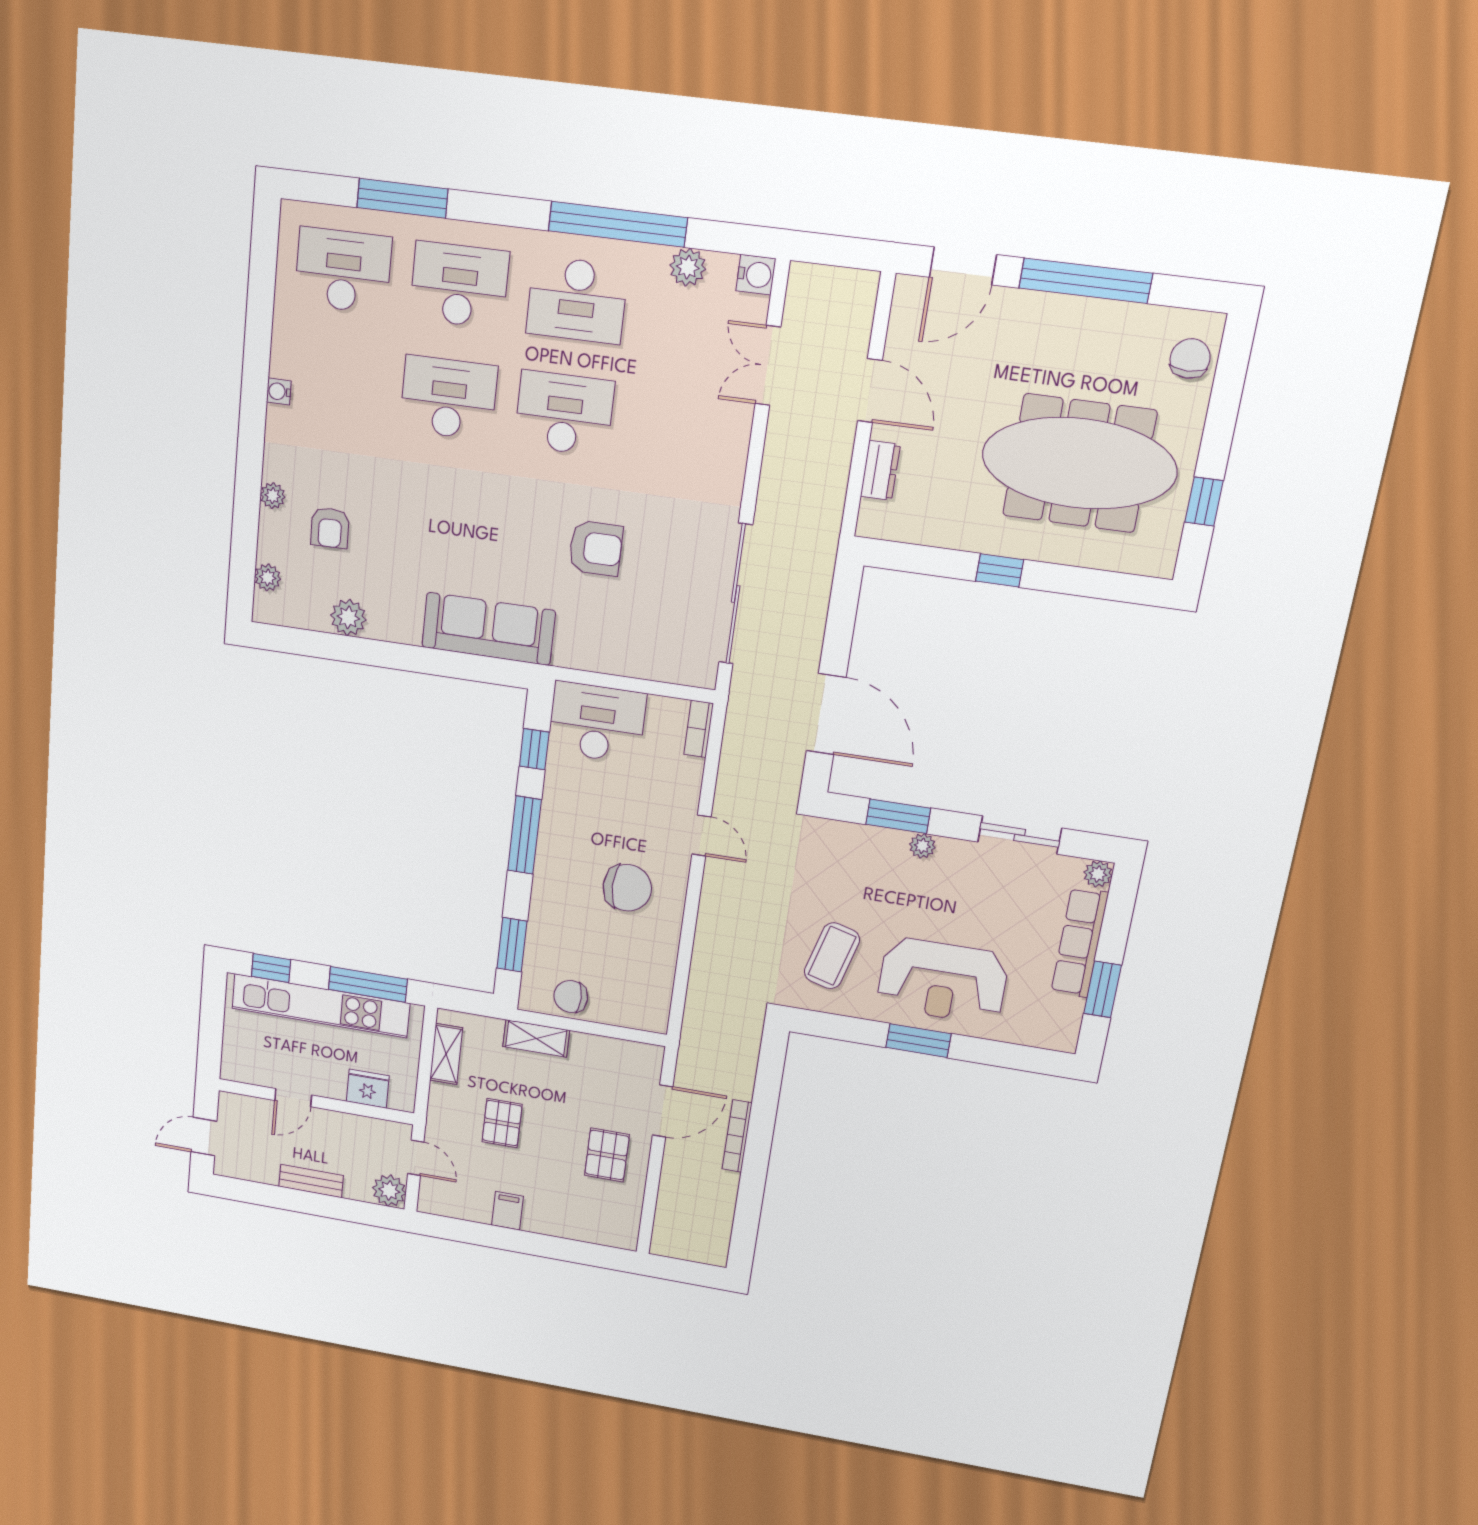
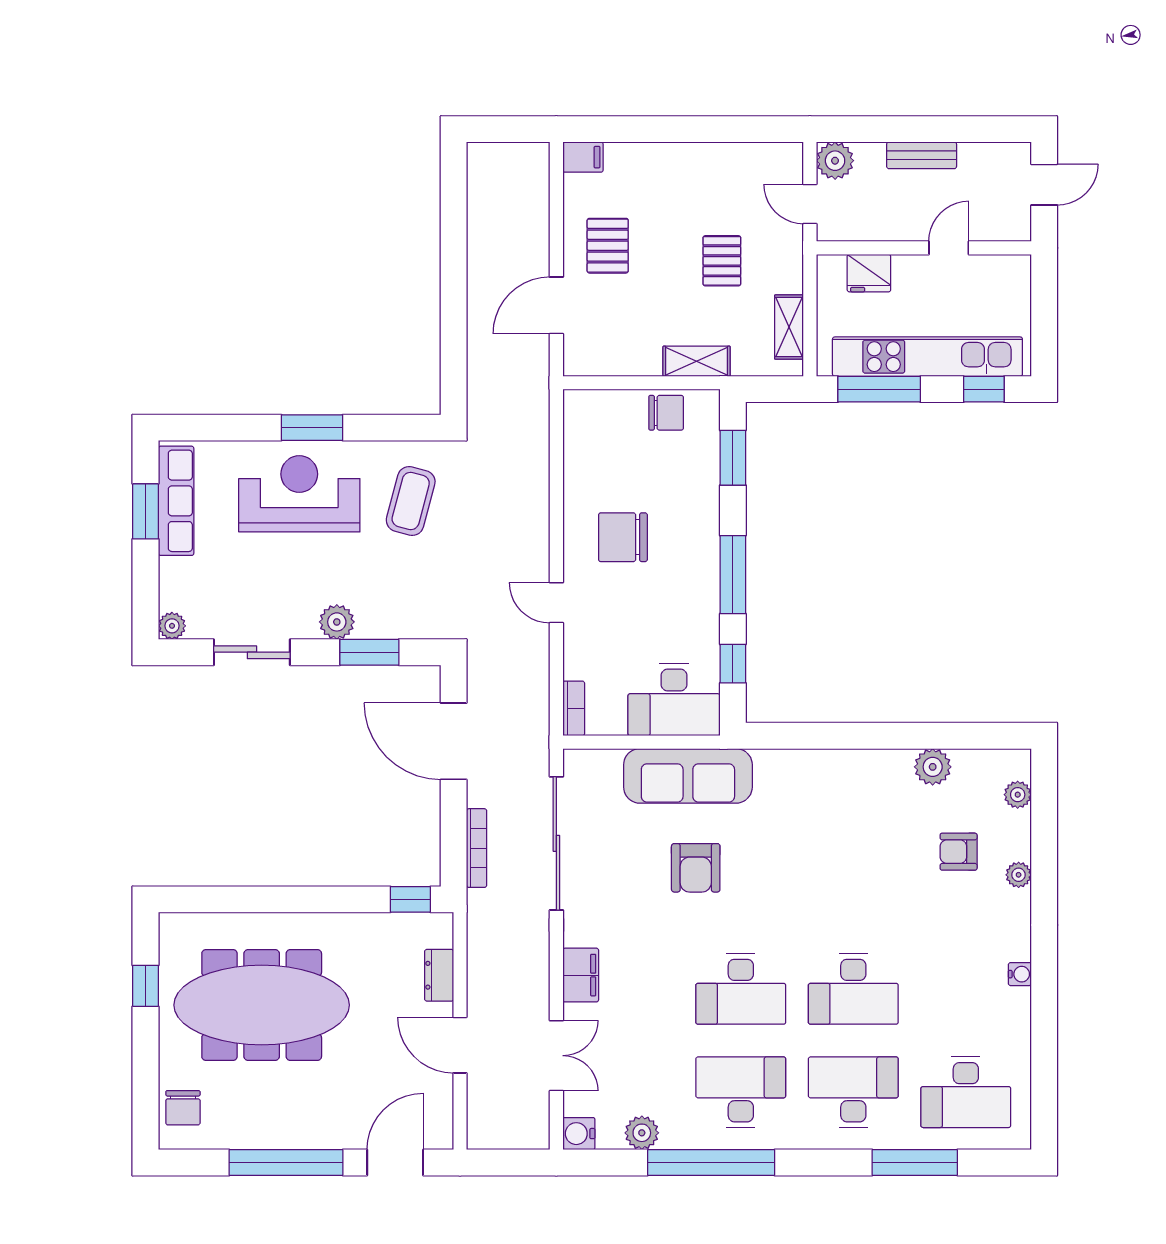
desk: (459, 285) -> (853, 1092), turned 180
filing cabinet: (730, 451) -> (581, 975), added
armchair: (330, 528) -> (959, 852), turned -89
armchair: (596, 548) -> (696, 868), turned -90
window: (1000, 570) -> (410, 899), moved
sofa: (488, 629) -> (688, 776), moved
plant: (922, 846) -> (337, 622), width x1.38, depth x1.38
row of seats: (1080, 942) -> (176, 501), moved
bookcase: (737, 1136) -> (477, 848), moved
filing cabinet: (508, 1211) -> (583, 157), moved, turned -90

